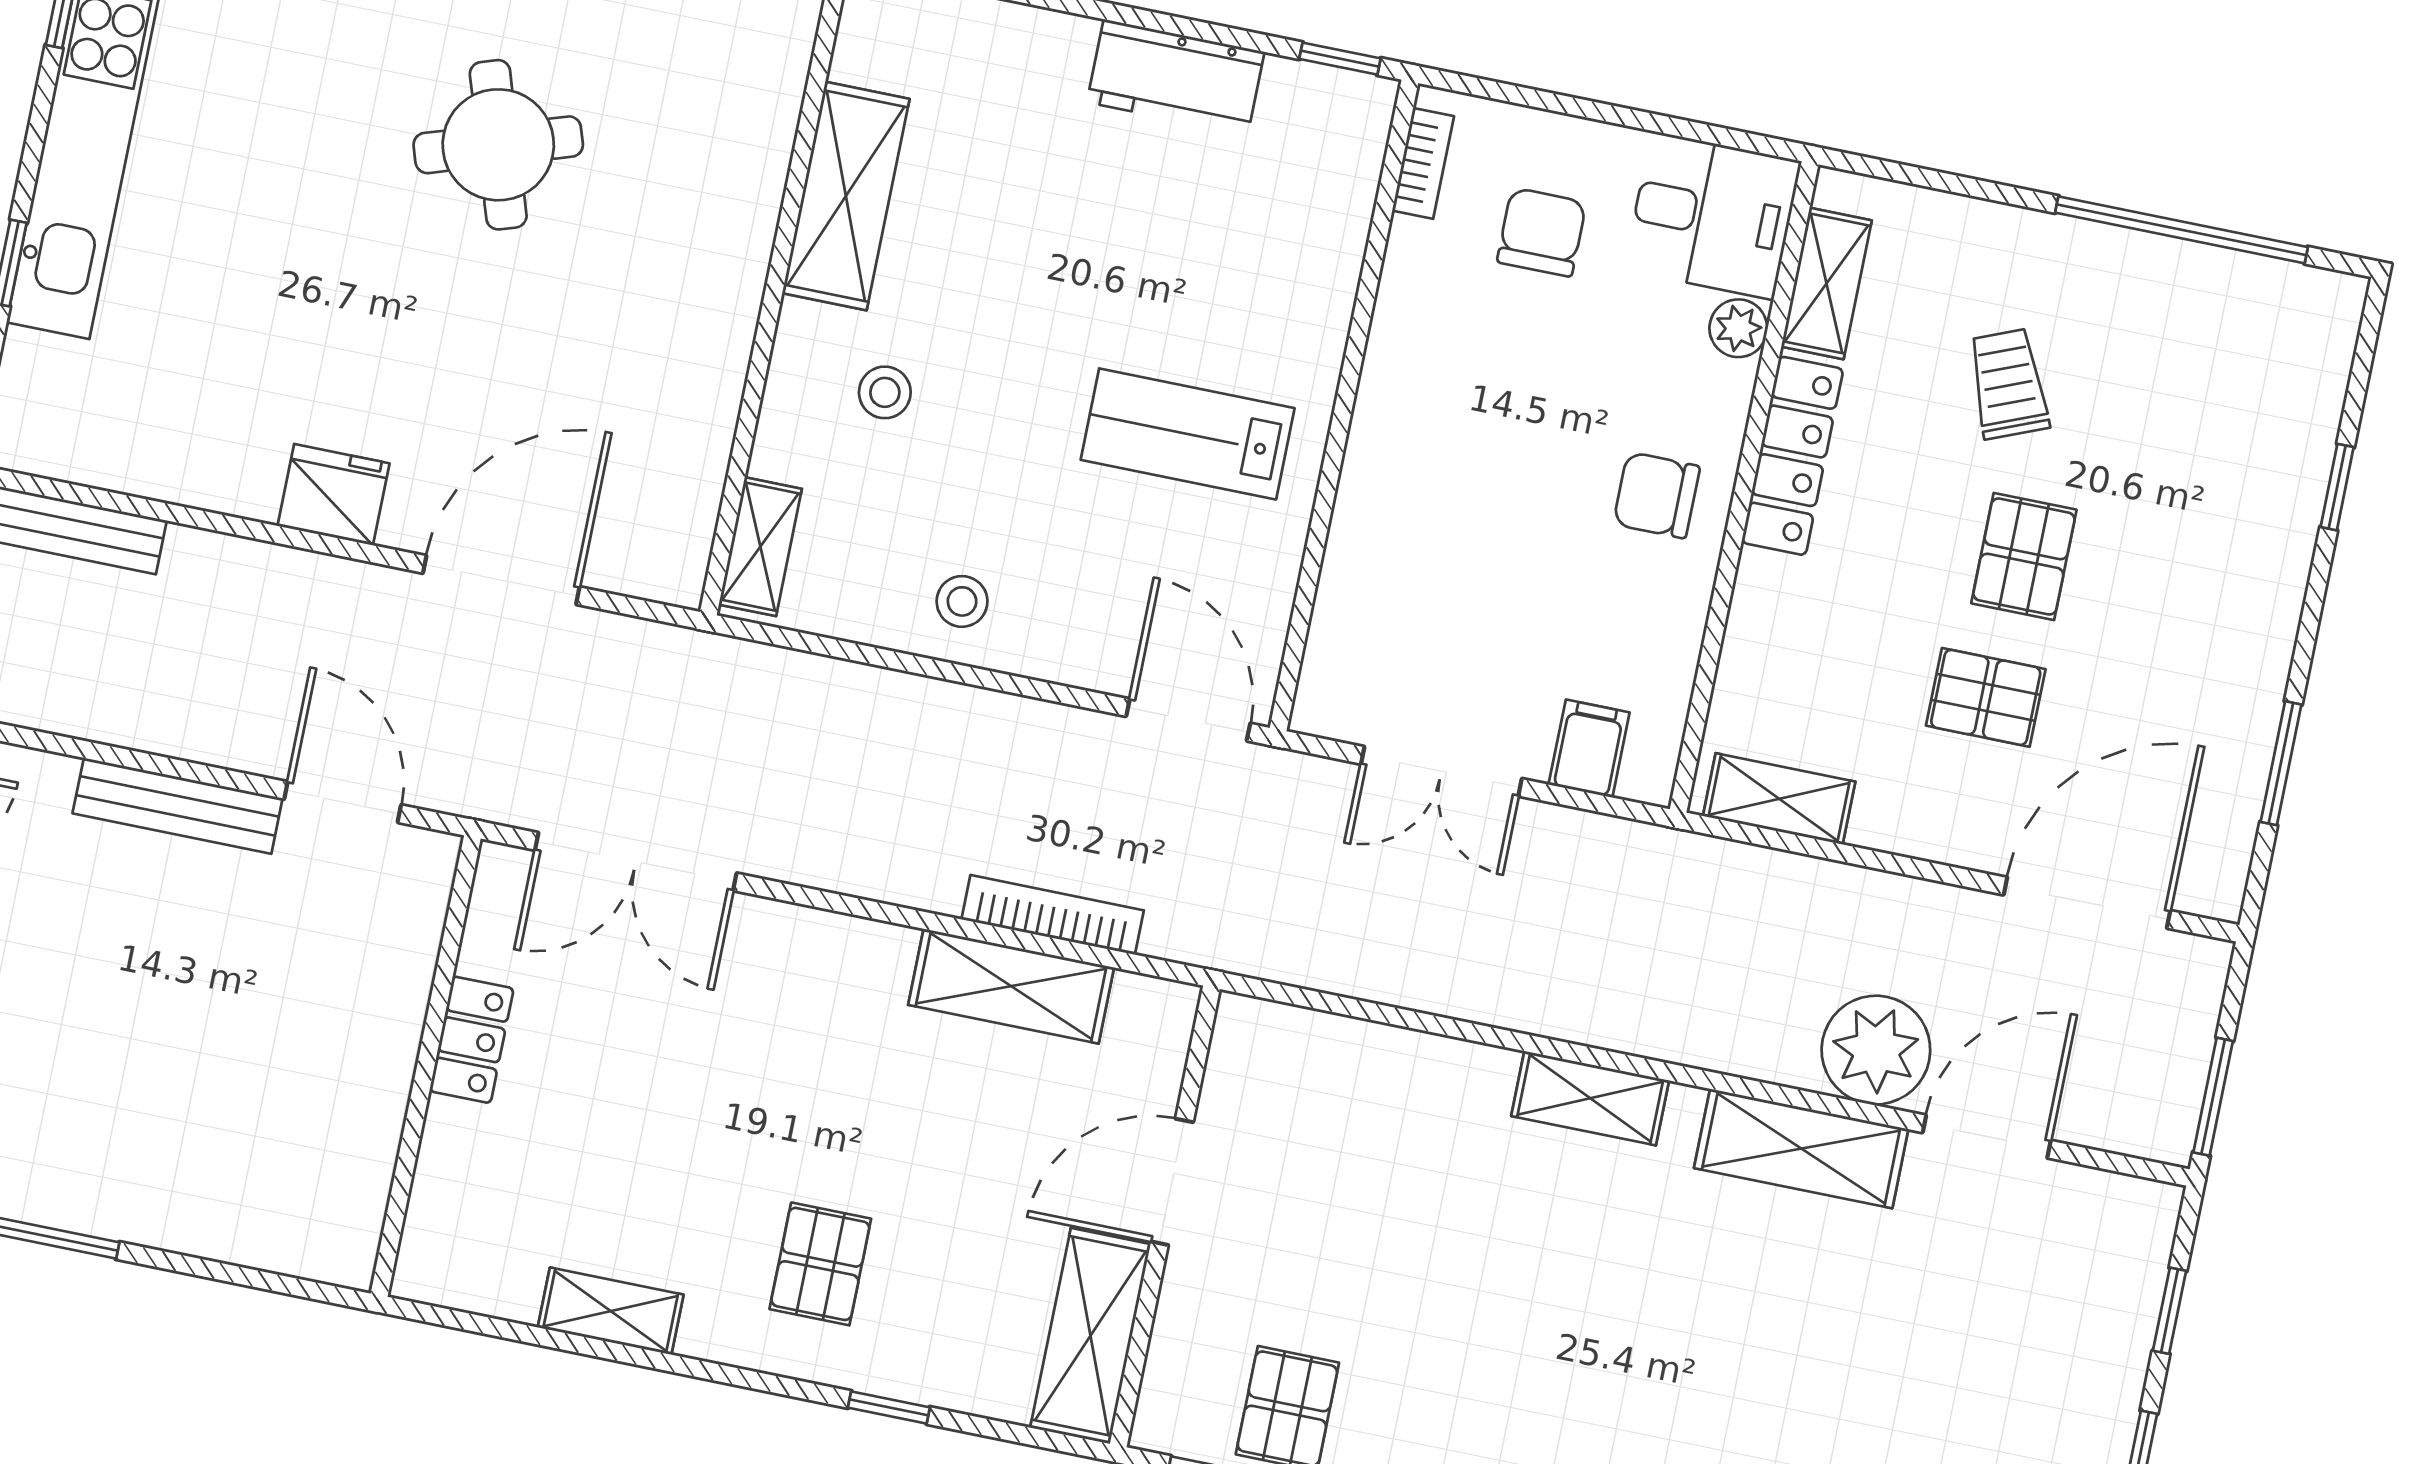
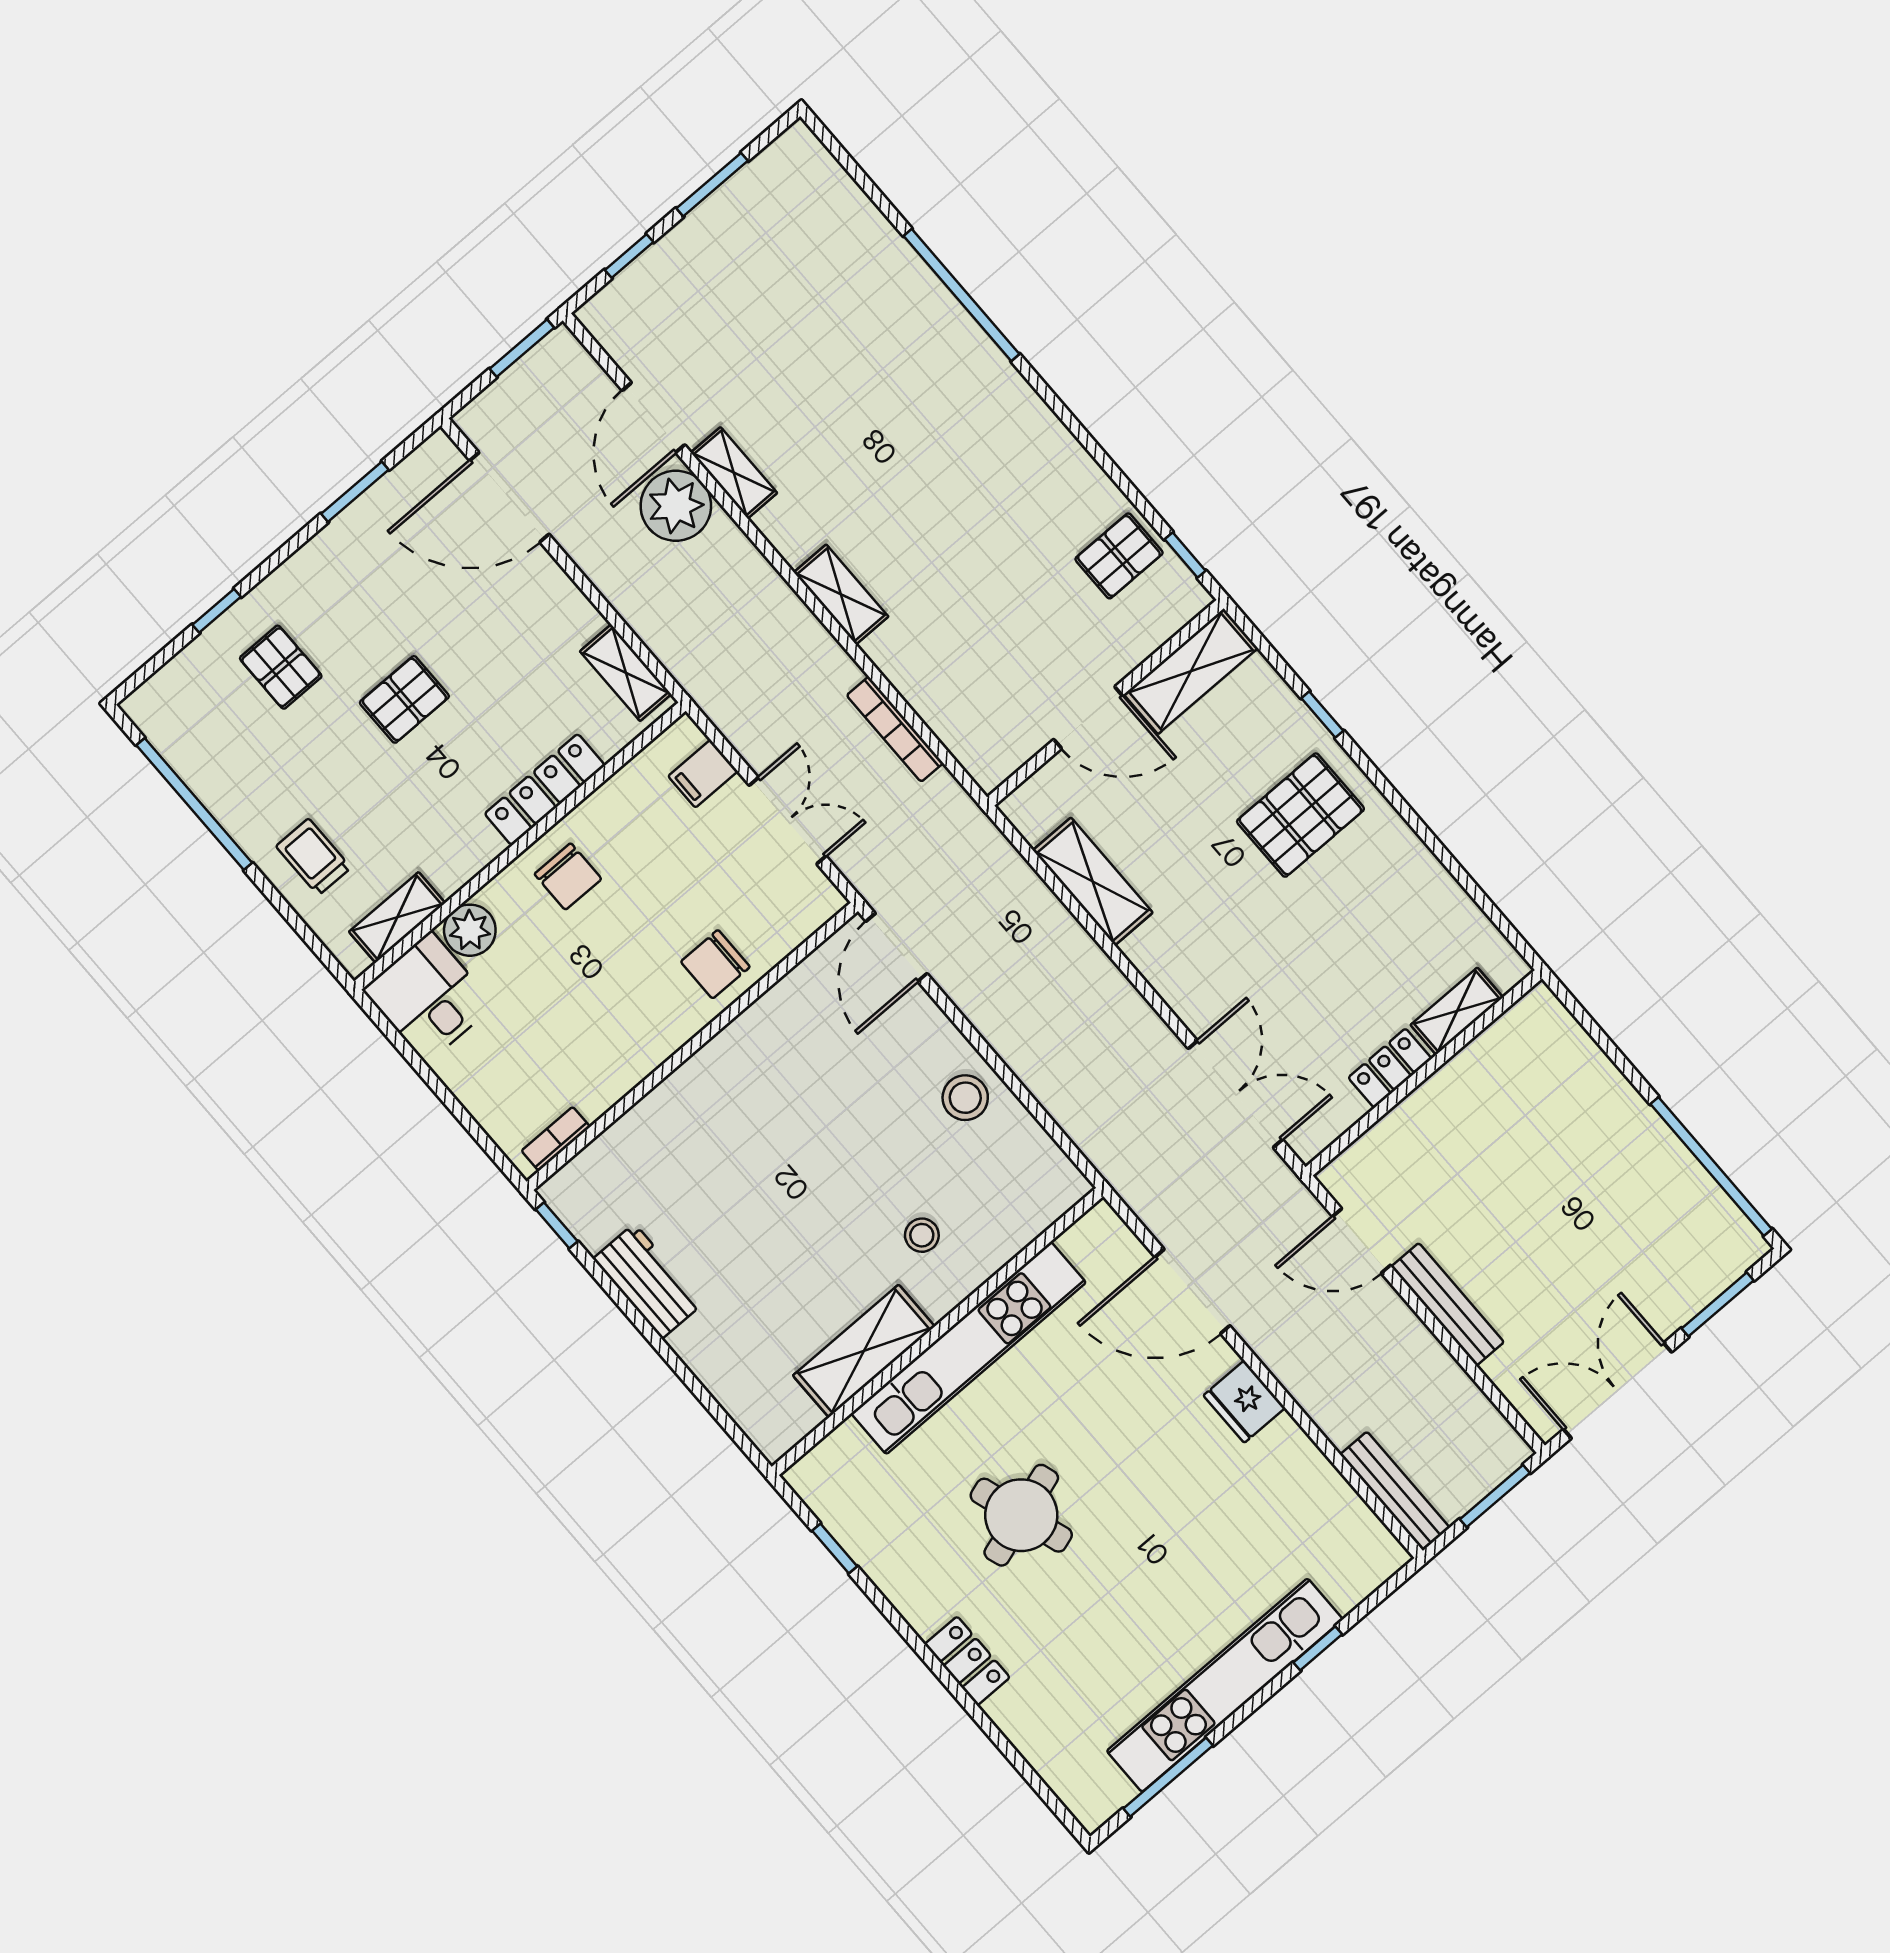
chair: (1542, 232) -> (715, 964), moved
kitchen unit: (721, 299) -> (969, 1348), added
plant: (1738, 328) -> (470, 930), width x1.38, depth x1.38
trolley: (2008, 384) -> (313, 857), moved, turned 112
lab bench: (1188, 434) -> (783, 1094), removed
locker: (1792, 456) -> (545, 790), moved
shelving: (760, 547) -> (1047, 1206), removed
stool: (962, 601) -> (965, 1098), width x1.37, depth x1.37
pallet: (1986, 697) -> (281, 667), moved
door: (343, 802) -> (1362, 1241), hinge flipped
bookcase: (1053, 915) -> (895, 729), moved
door: (1987, 1136) -> (653, 418), hinge flipped
shelving: (1801, 1149) -> (734, 473), width x0.67, depth x0.75
pallet: (820, 1264) -> (1300, 815), width x1.50, depth x1.42
shelving: (611, 1311) -> (1457, 1011), moved, turned 90

